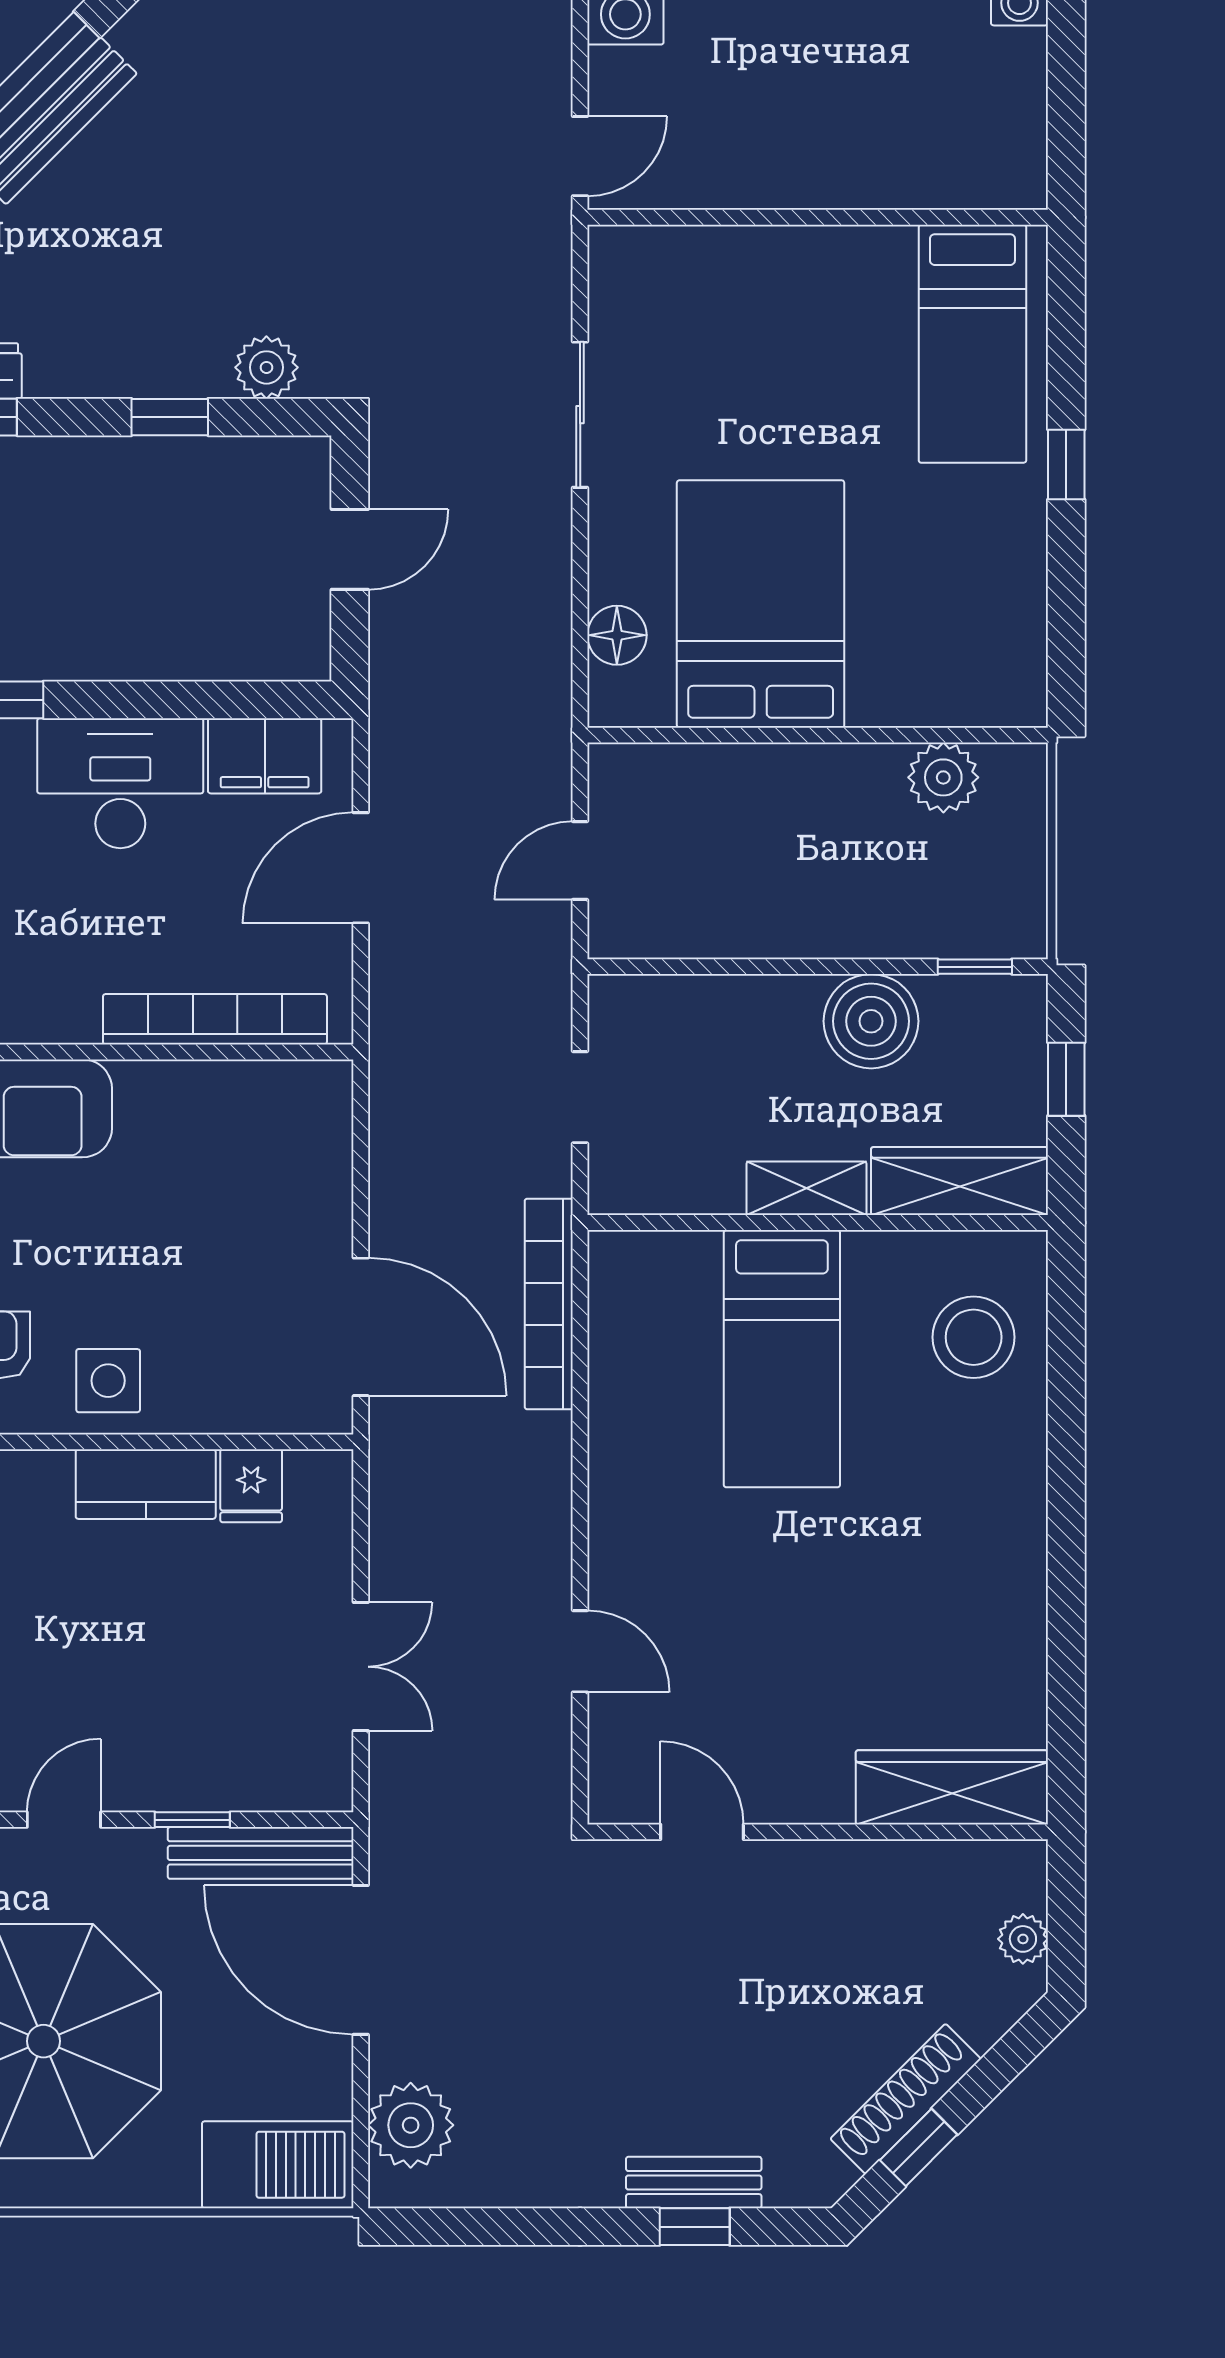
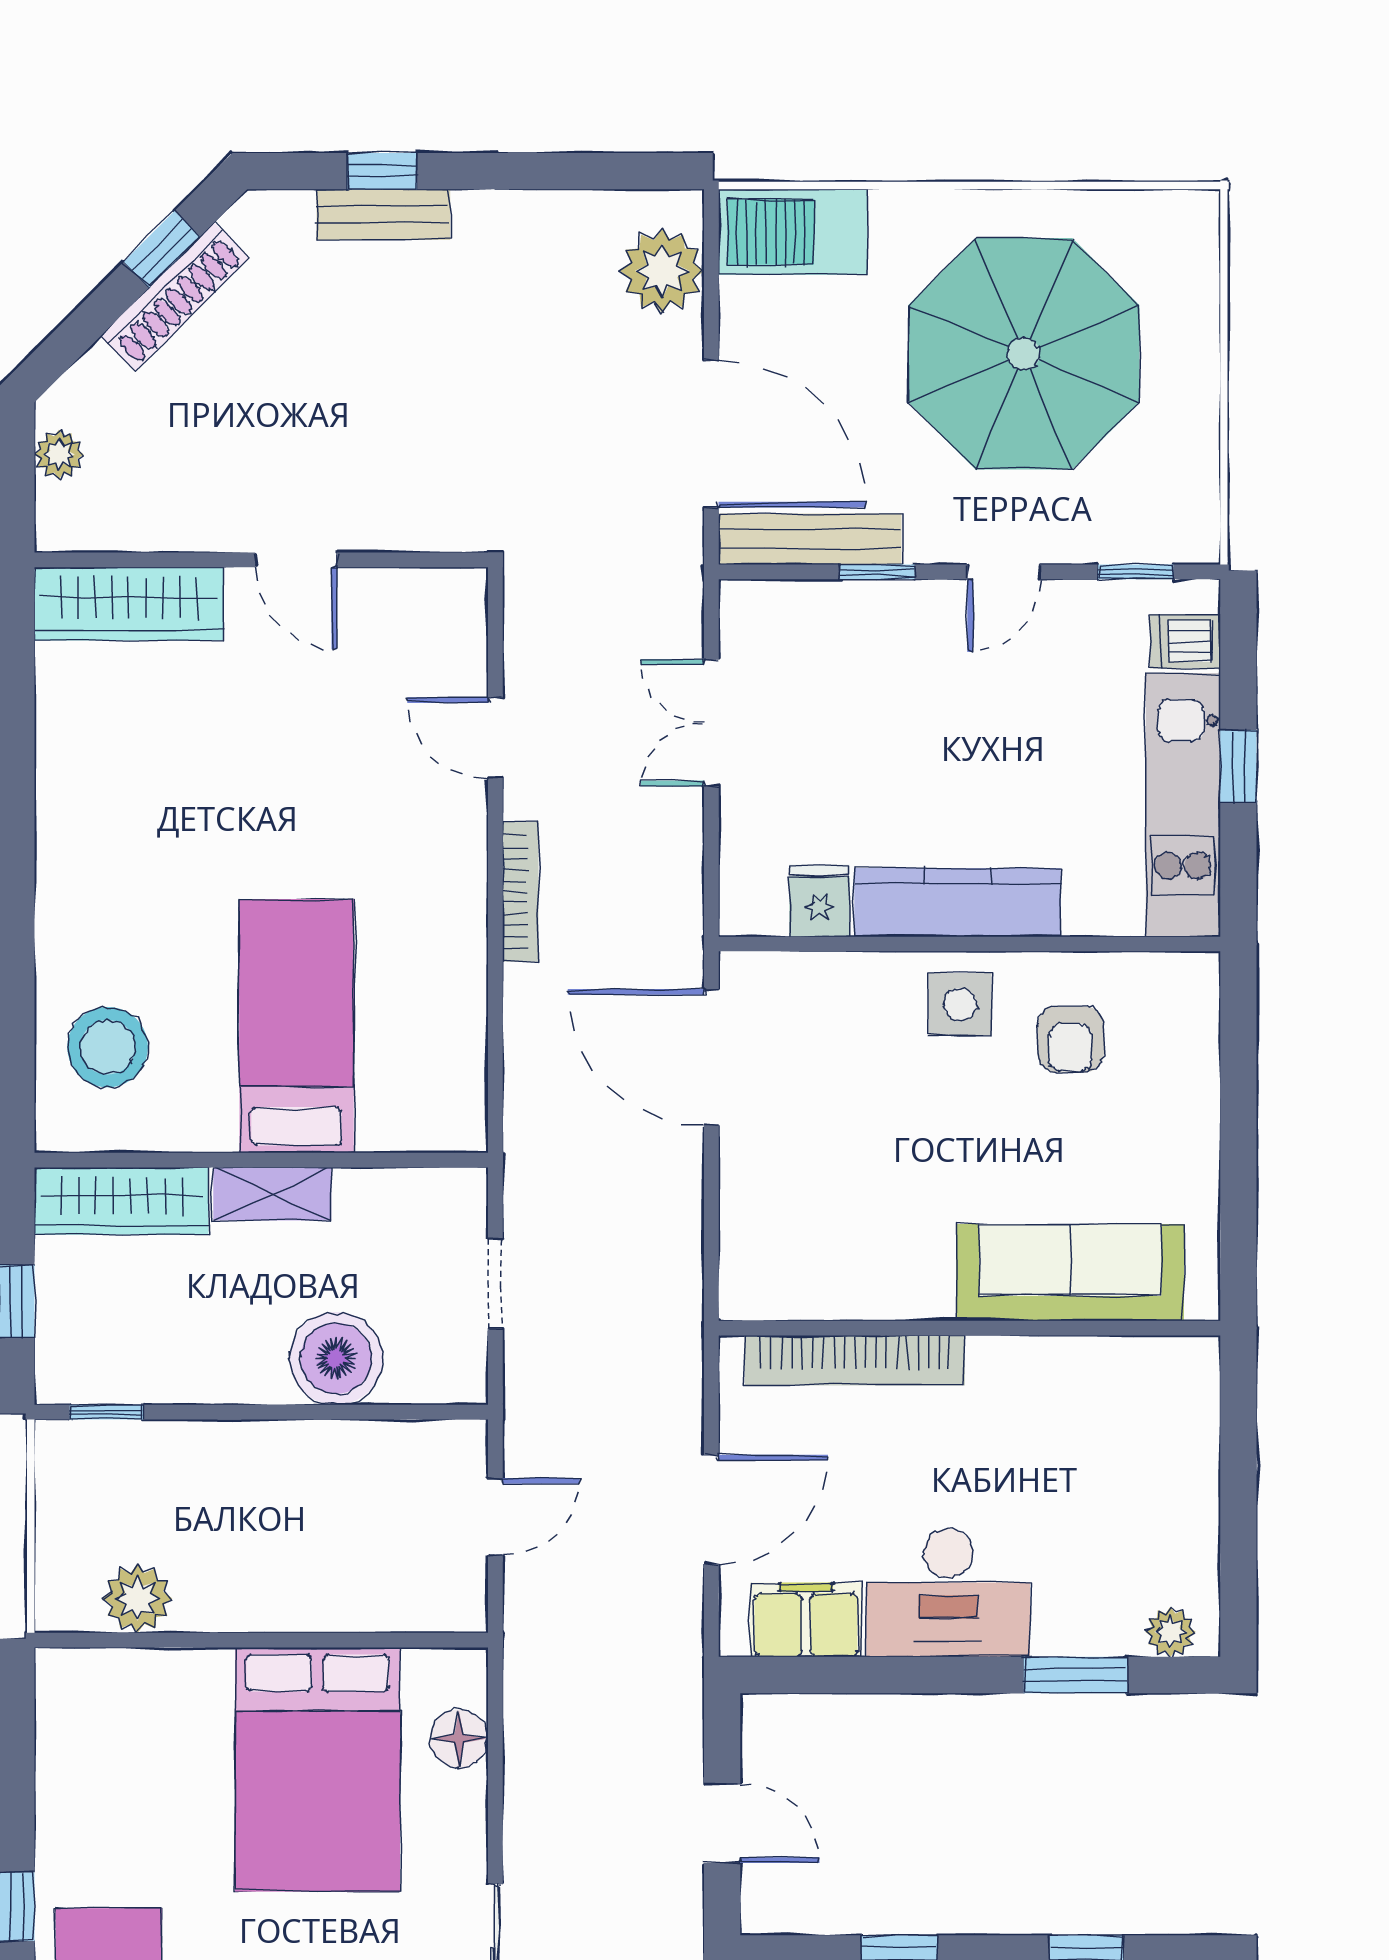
door: (350, 549) -> (722, 1823), swing flipped
boiler: (871, 1021) -> (336, 1358), moved
bookcase: (549, 1304) -> (520, 891), moved, width x0.68, depth x0.76
kitchen counter: (146, 1484) -> (958, 902), width x1.50
door: (702, 1832) -> (296, 560), moved

